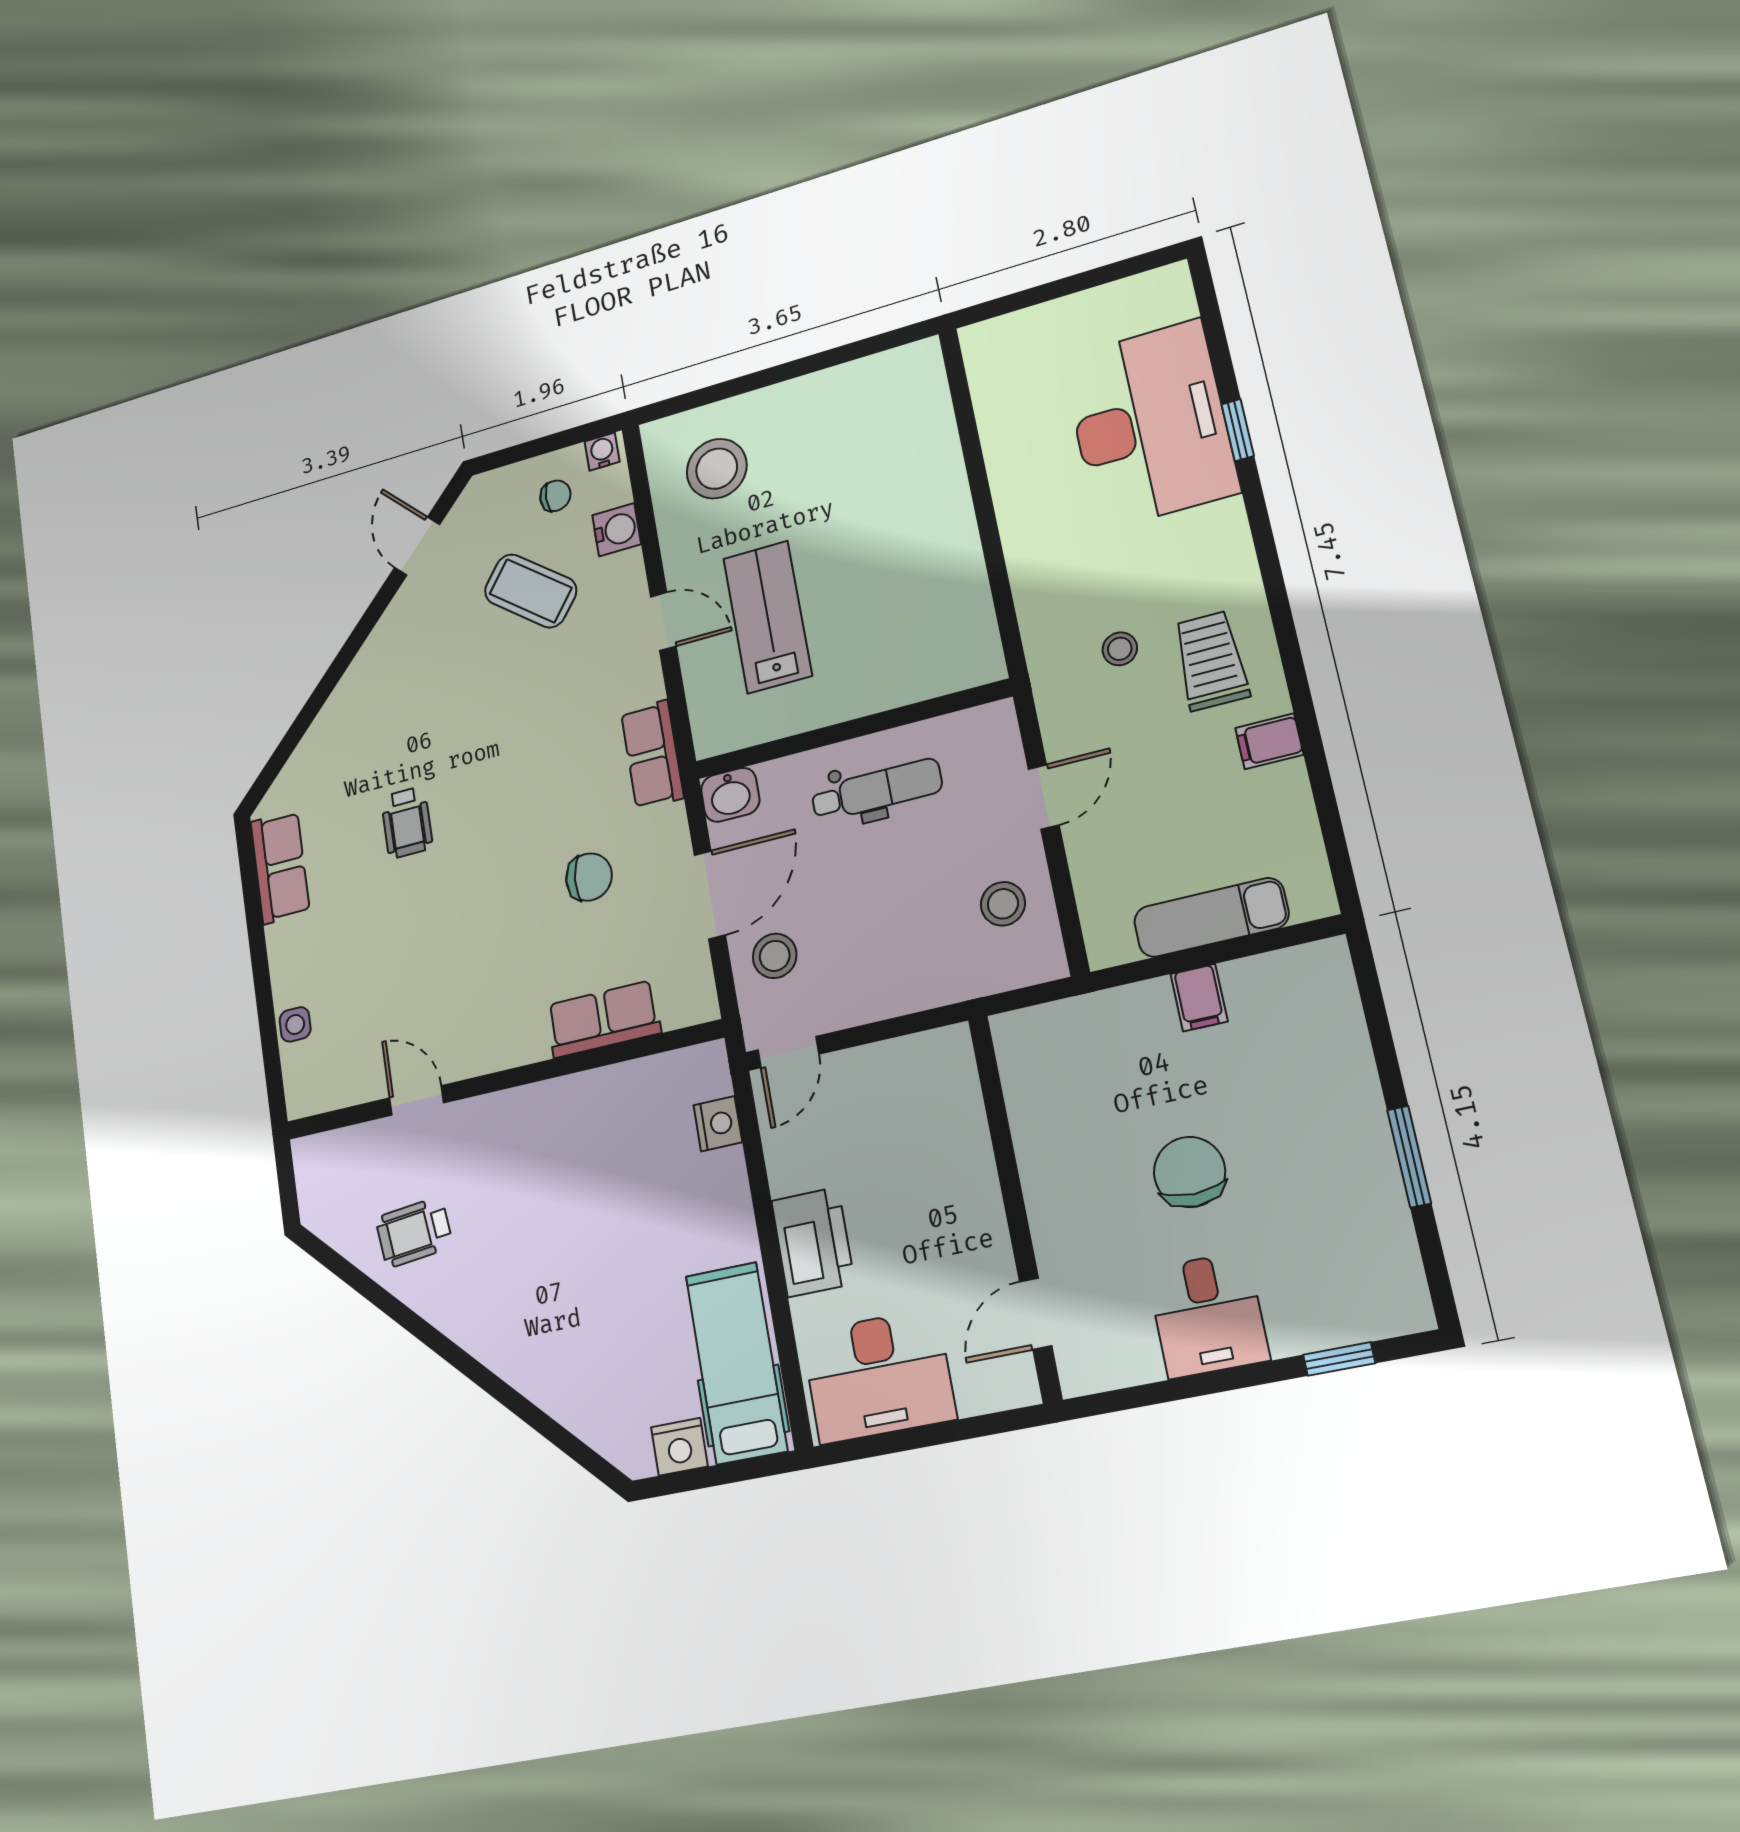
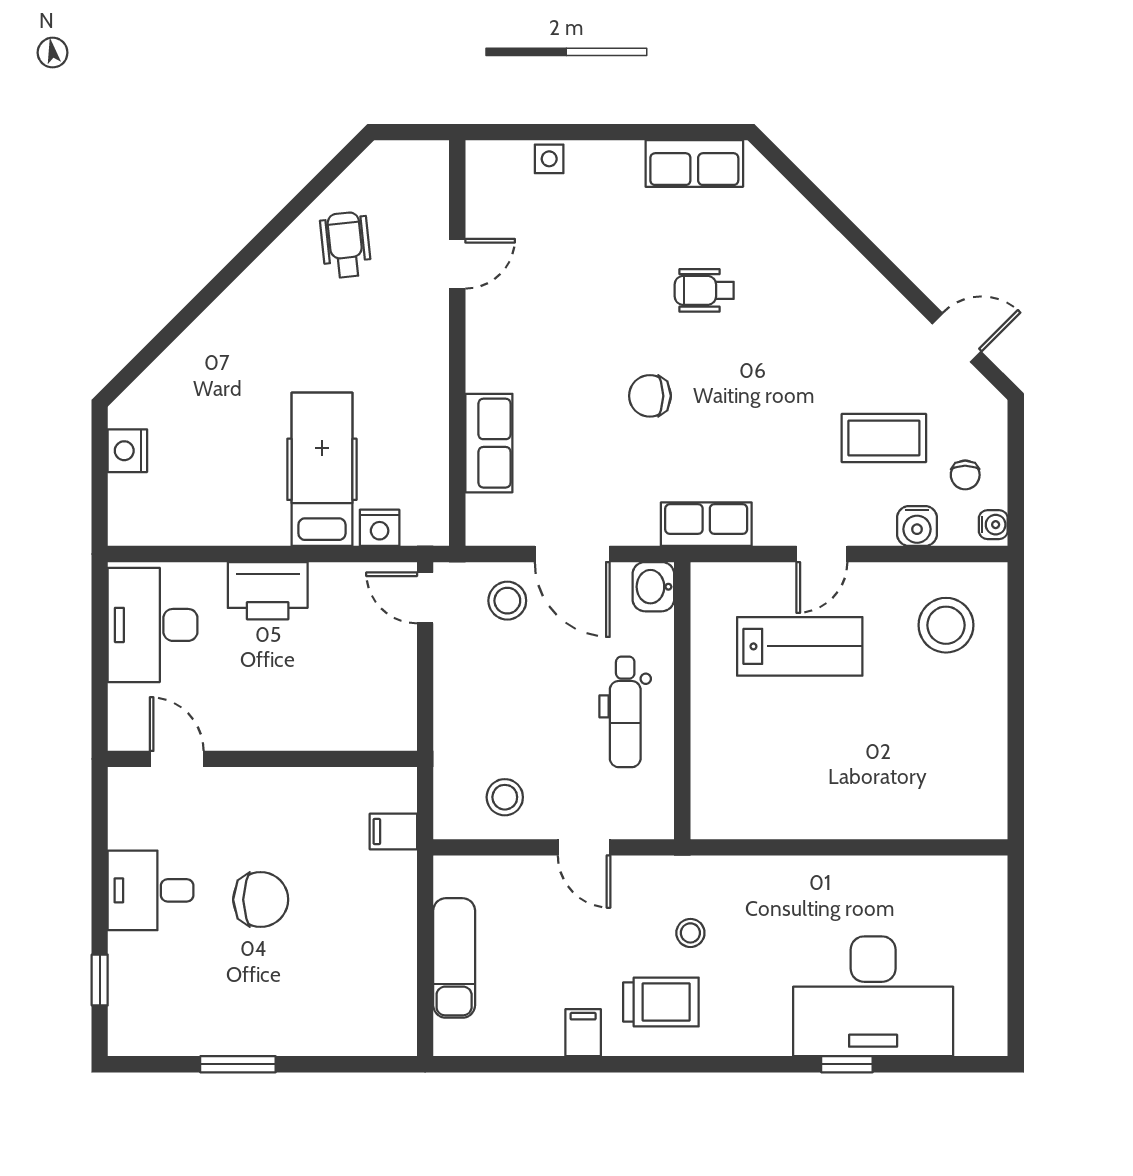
coffee table: (531, 591) -> (884, 438), turned 52
chair: (589, 877) -> (650, 396), moved, turned 85
filing cabinet: (1199, 998) -> (393, 831), moved
hospital bed: (736, 1363) -> (322, 469), moved, turned -90

